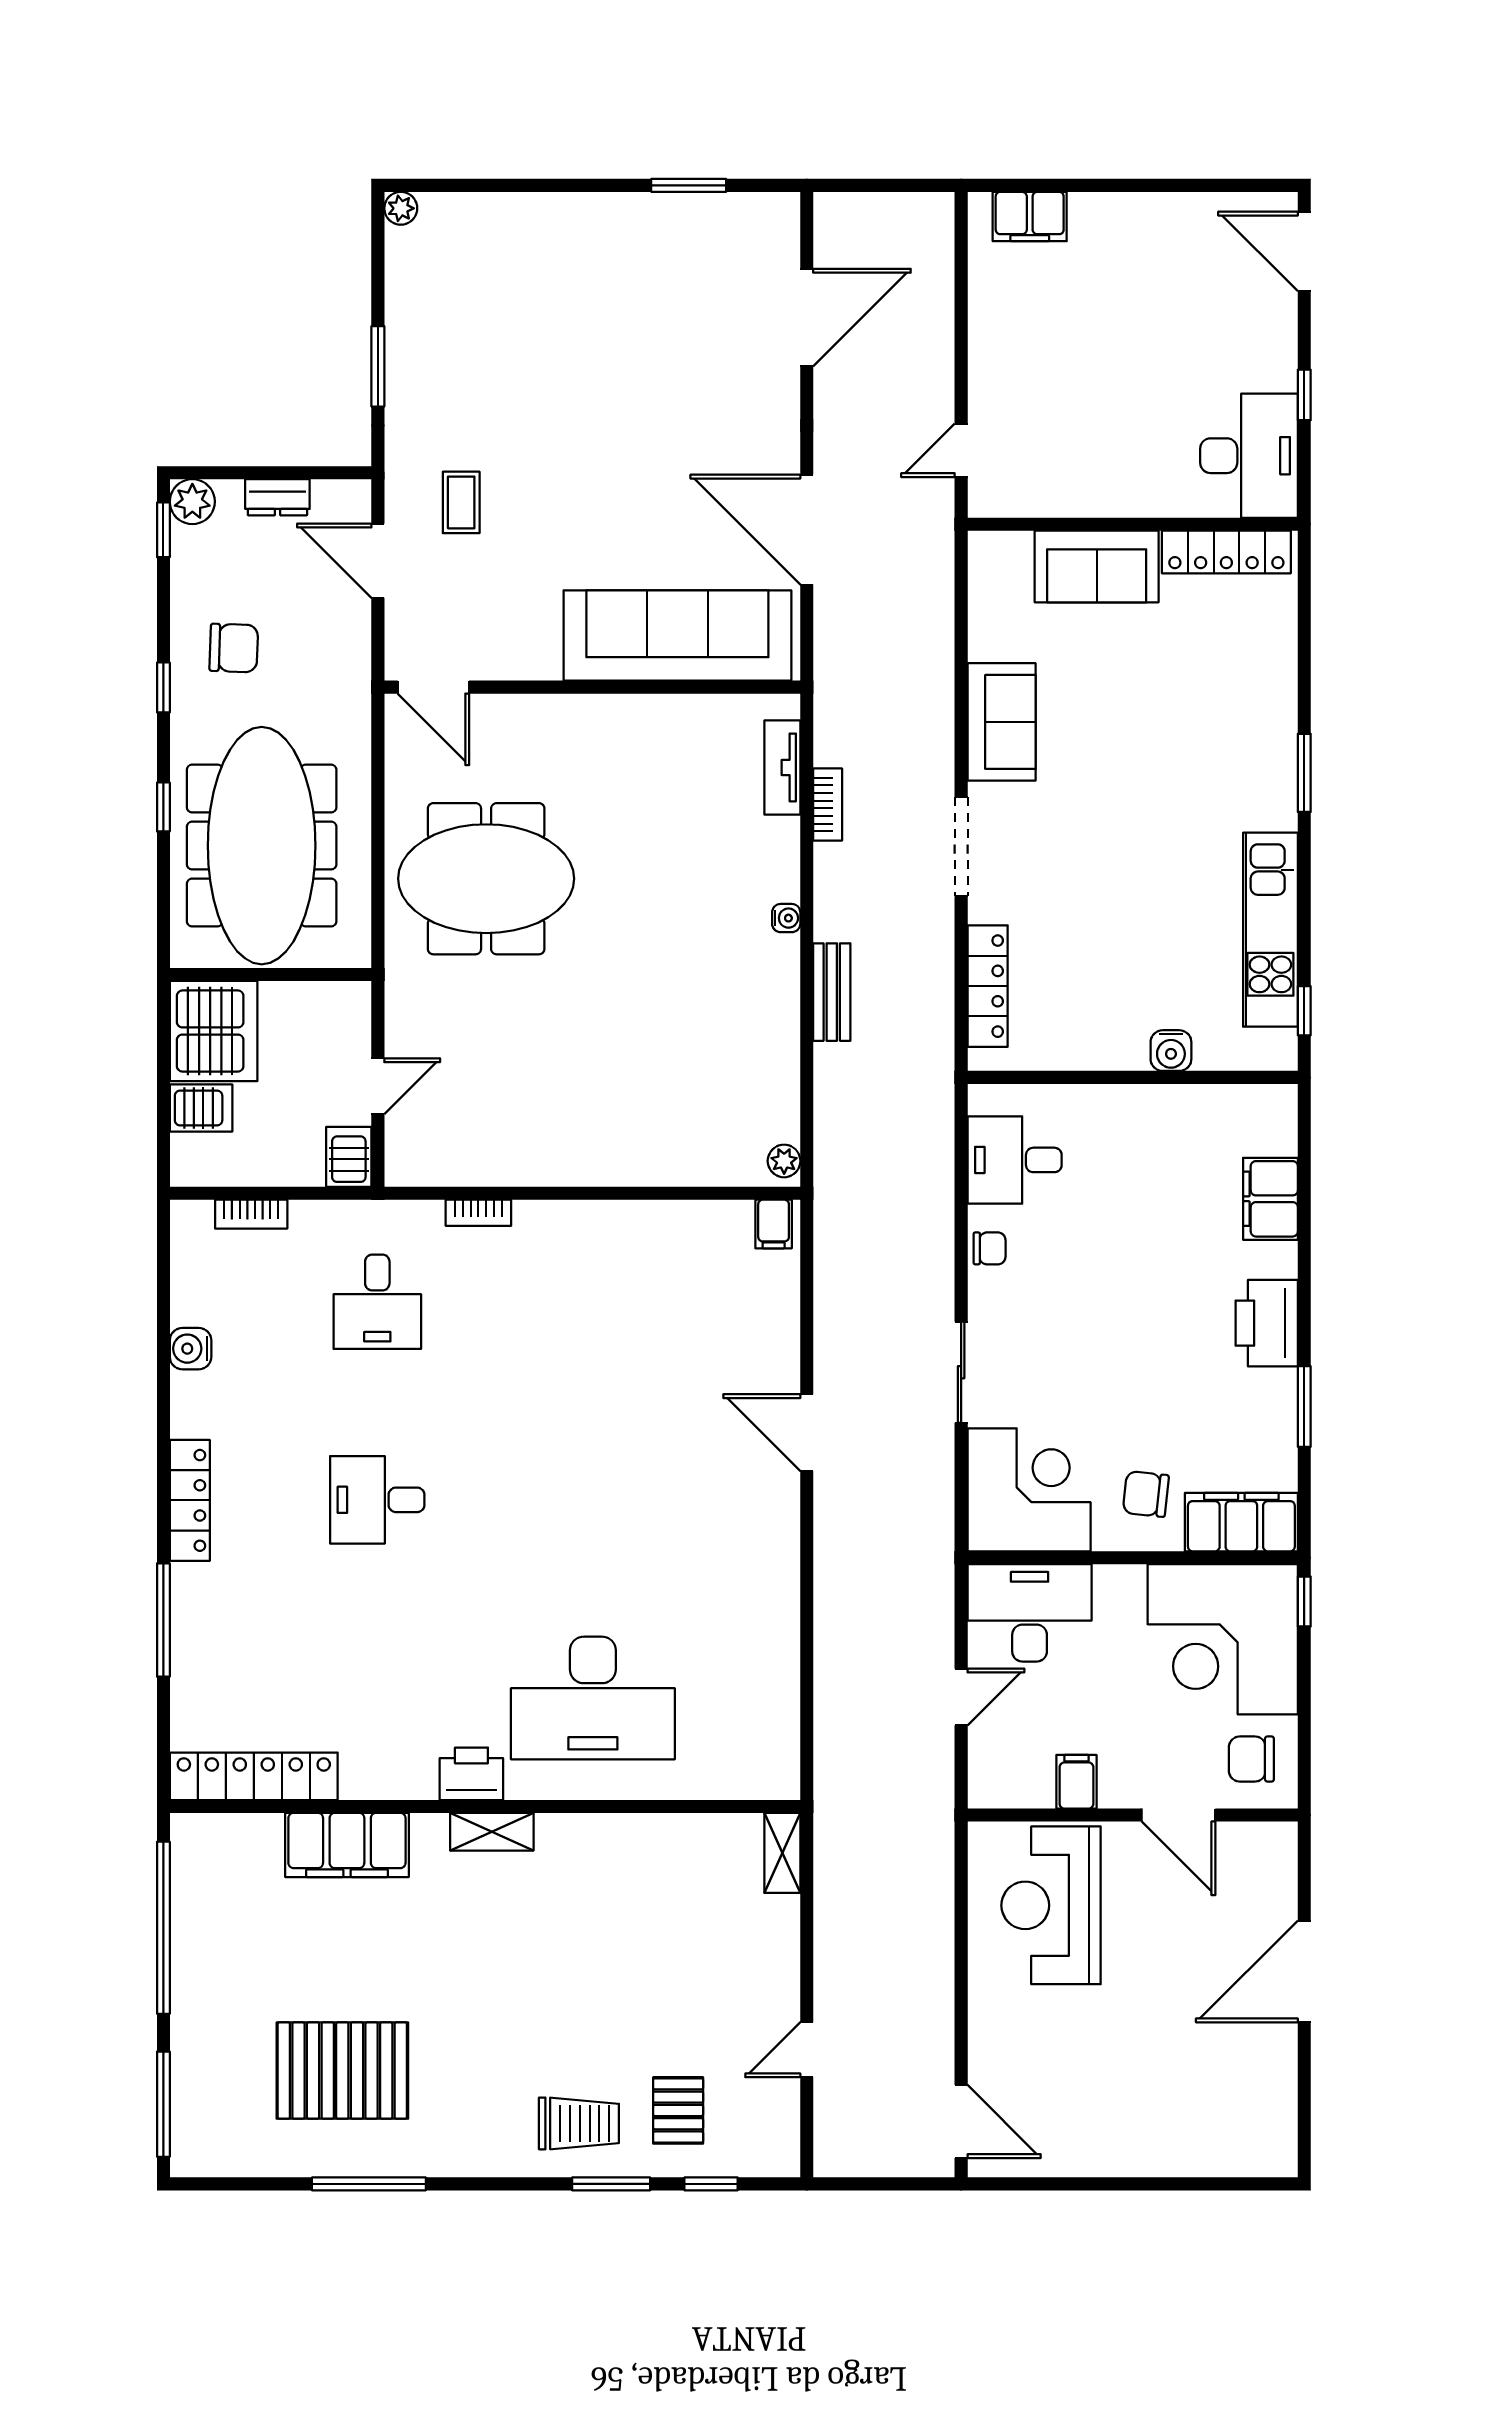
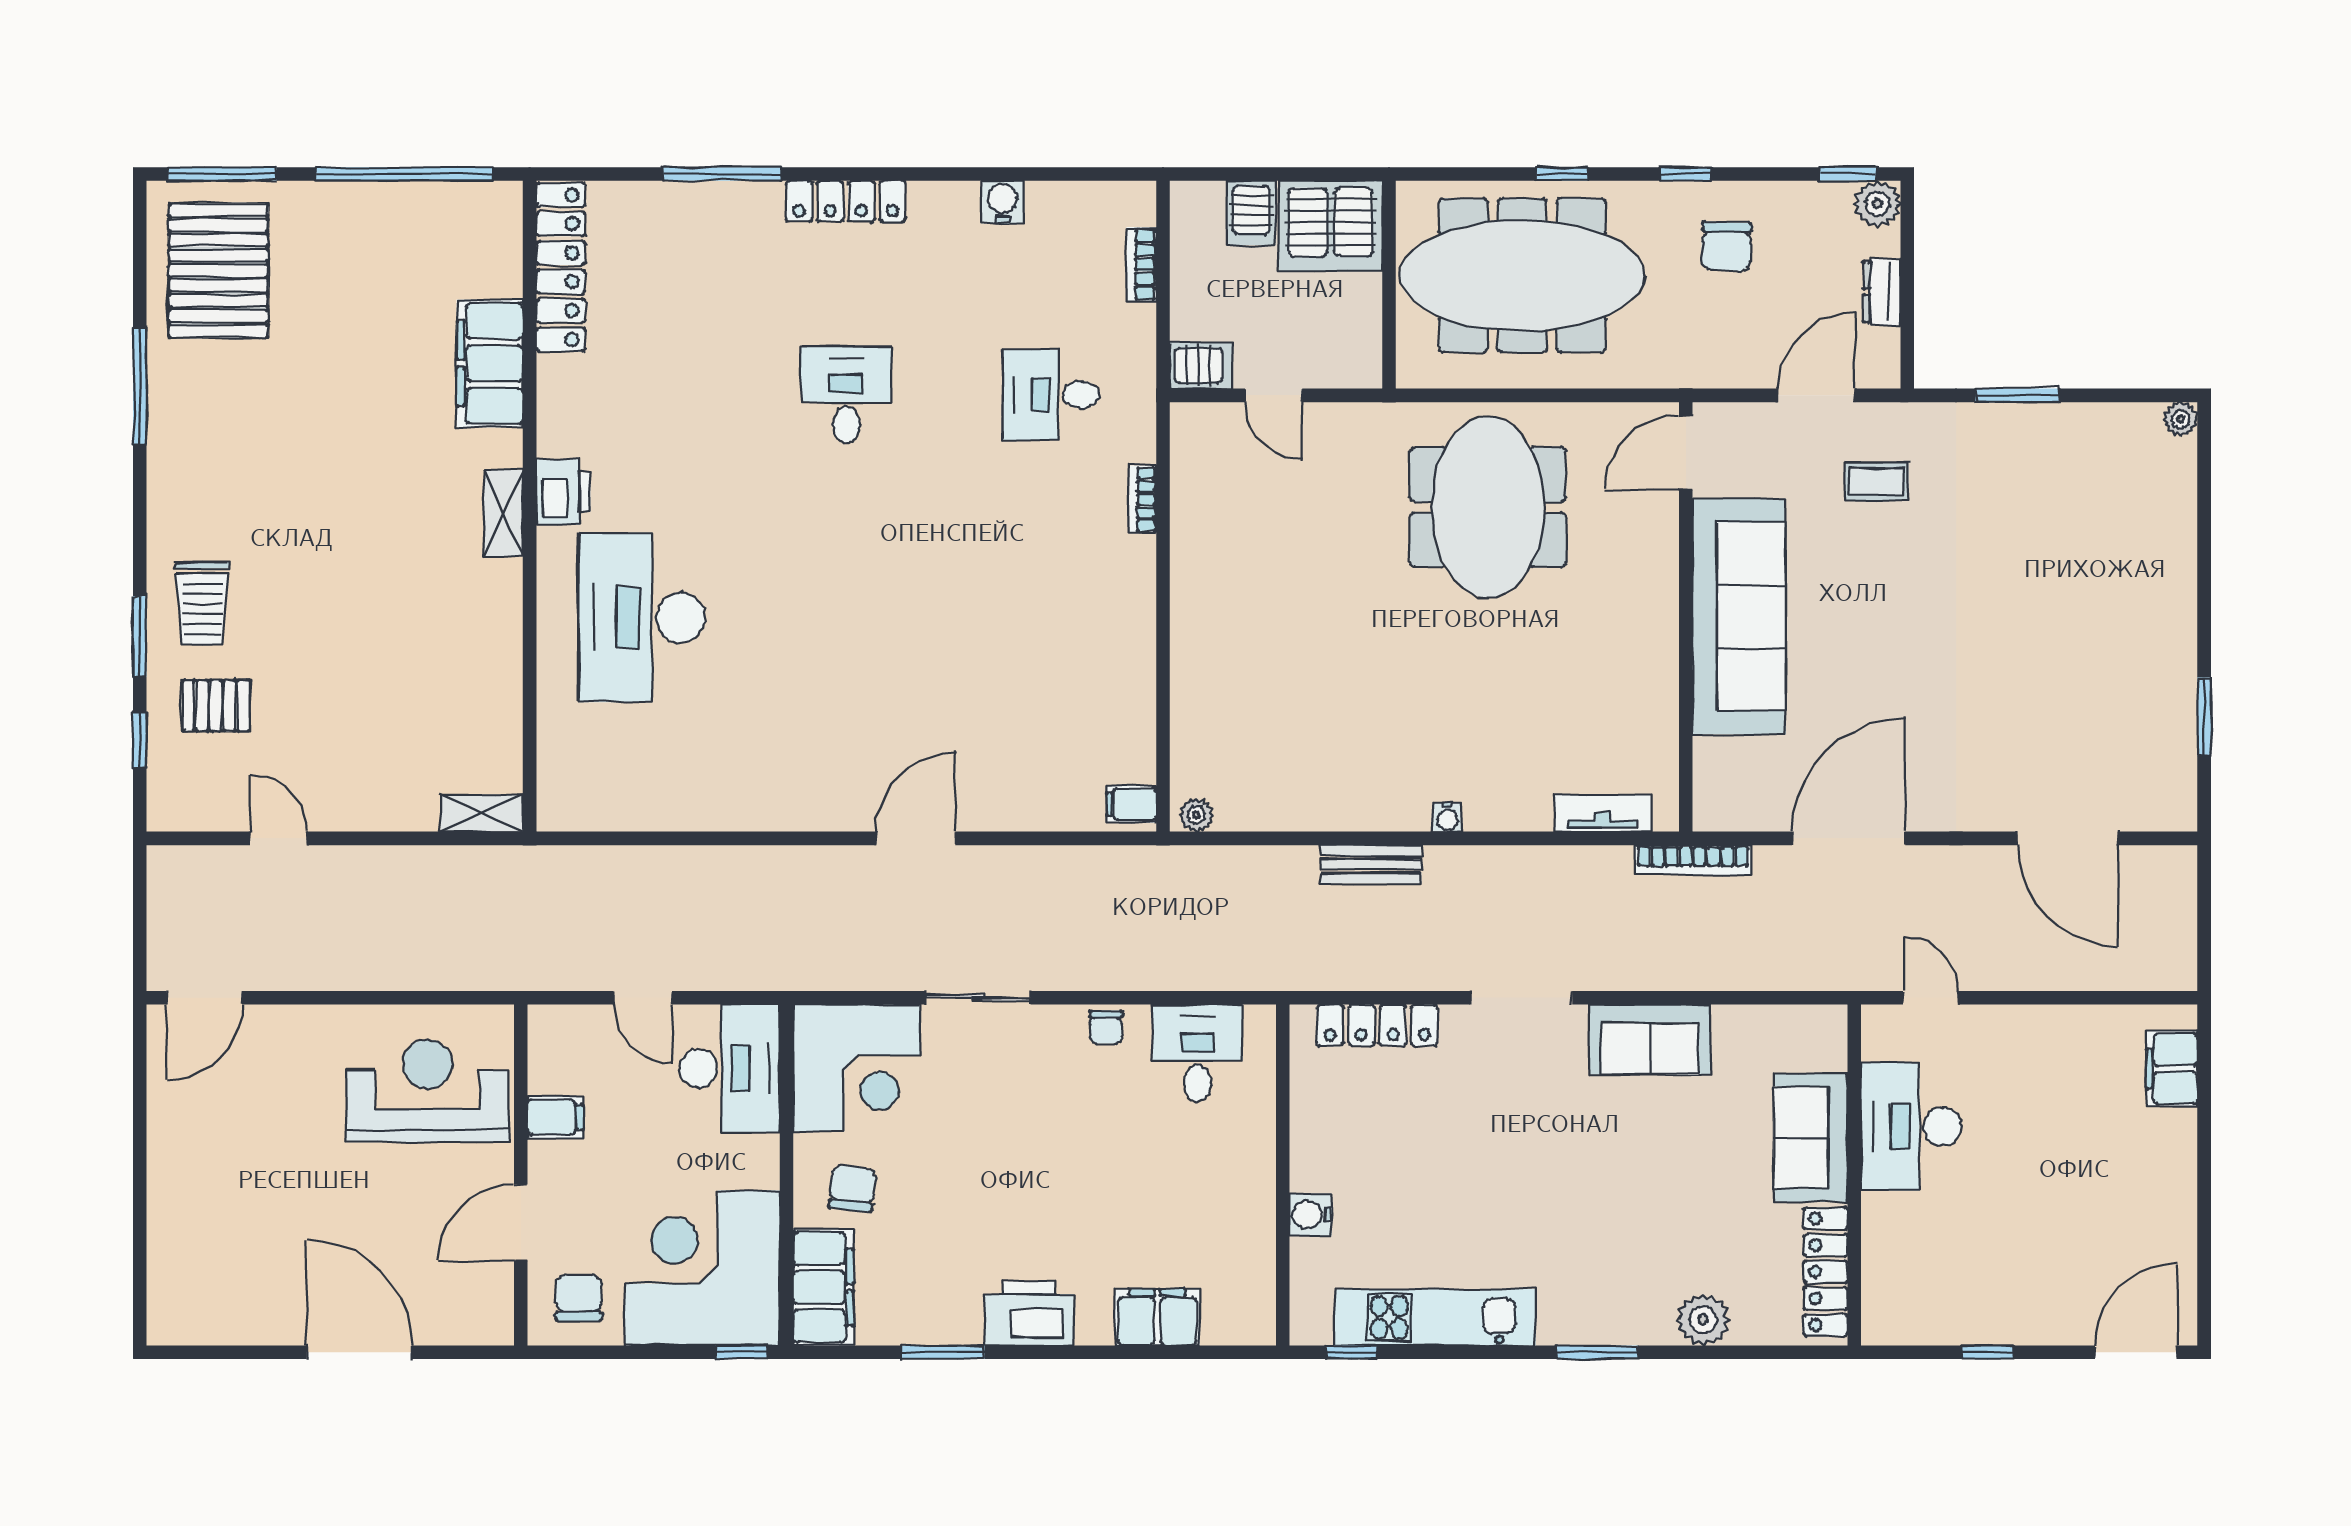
desk: (1249, 456) -> (1911, 1126), moved, turned 90
sofa: (677, 636) -> (1739, 617), moved
plant: (1273, 670) -> (1703, 1320), added
bookcase: (828, 805) -> (1693, 860), moved, width x1.56
pallet: (342, 2071) -> (218, 271), moved

